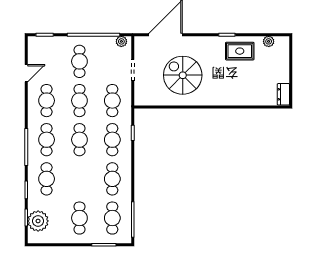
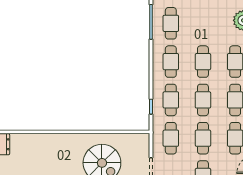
cafe table: (79, 218) -> (203, 62), moved

